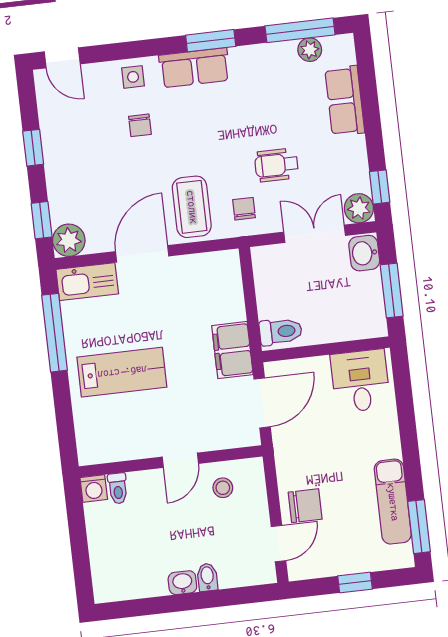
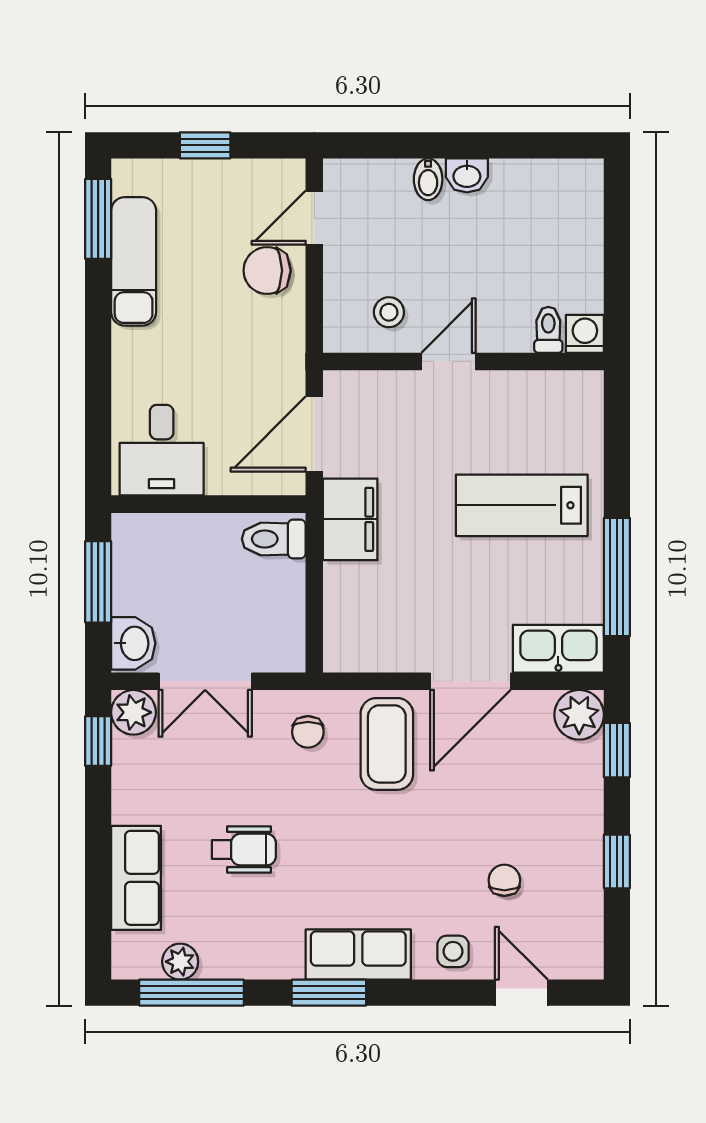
door: (62, 58) -> (521, 993), moved
chair: (140, 125) -> (504, 880), moved
wheelchair: (276, 165) -> (244, 850), moved

